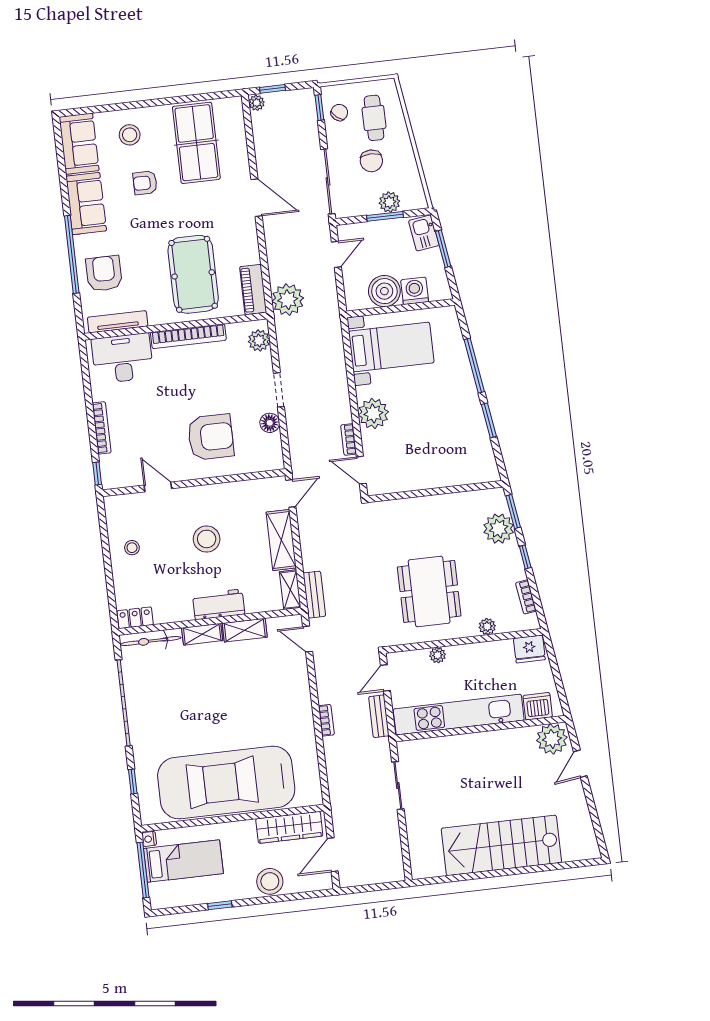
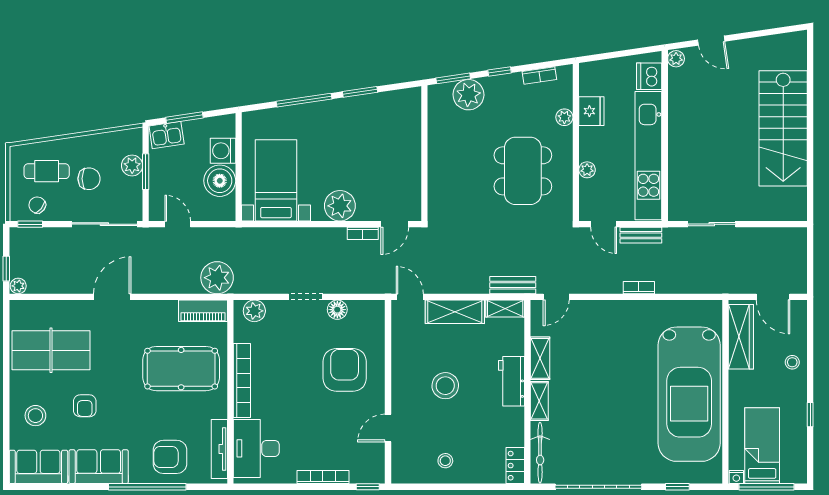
dining table: (429, 591) -> (523, 171), turned 90
fridge: (529, 649) -> (591, 111), moved
plant: (552, 739) -> (676, 59), width x0.53, depth x0.53
stool: (270, 881) -> (792, 362), width x0.53, depth x0.53

